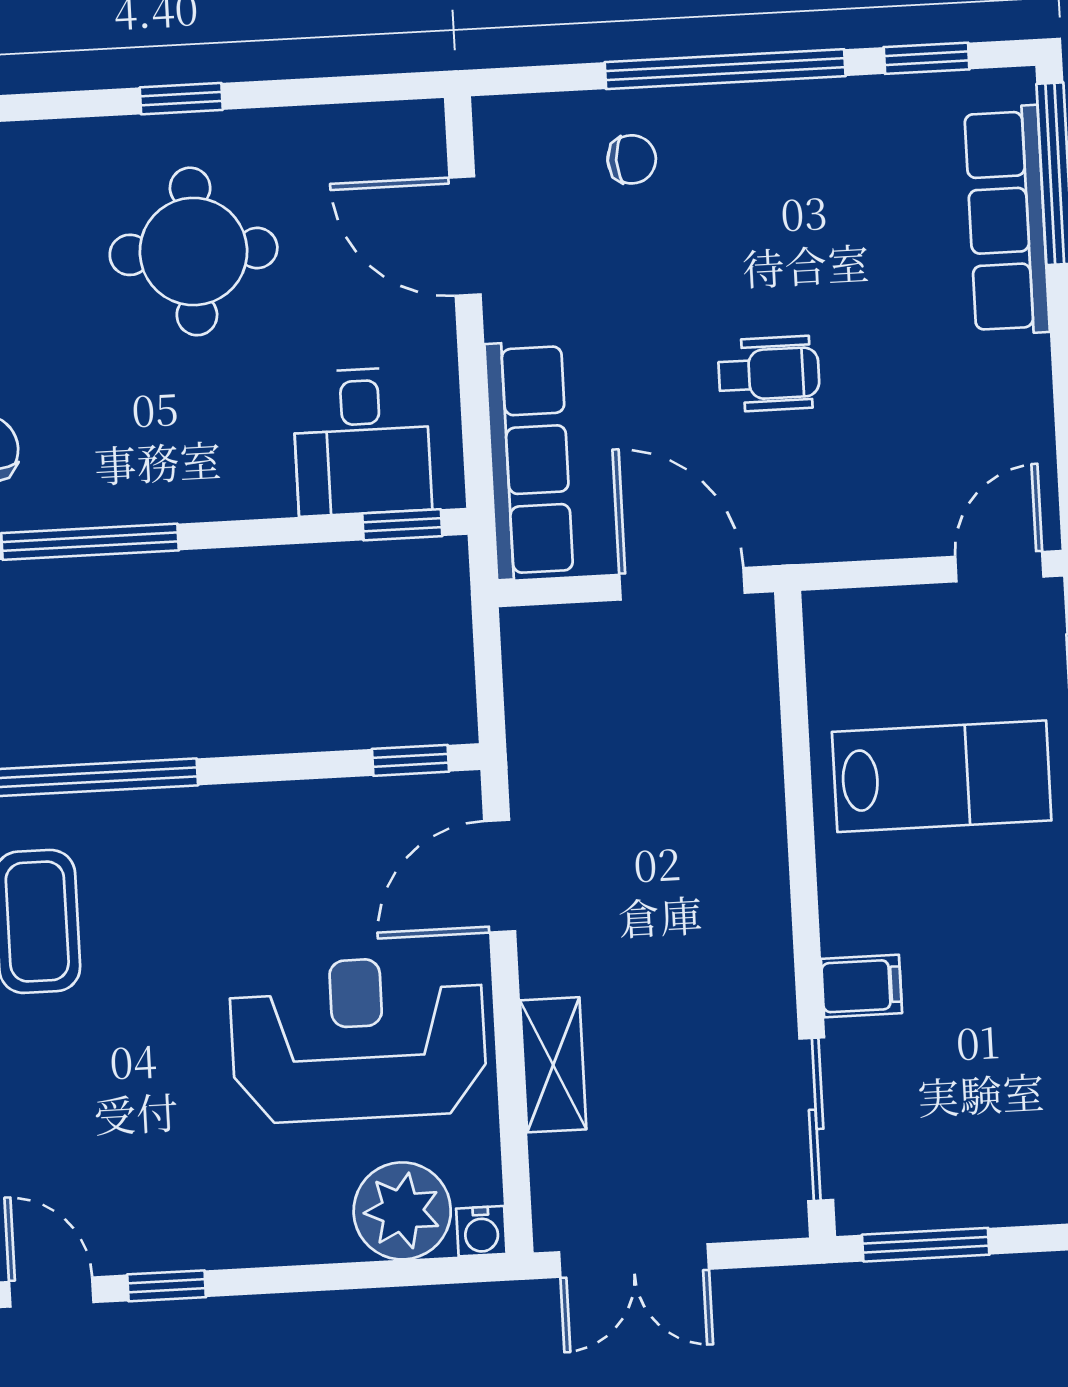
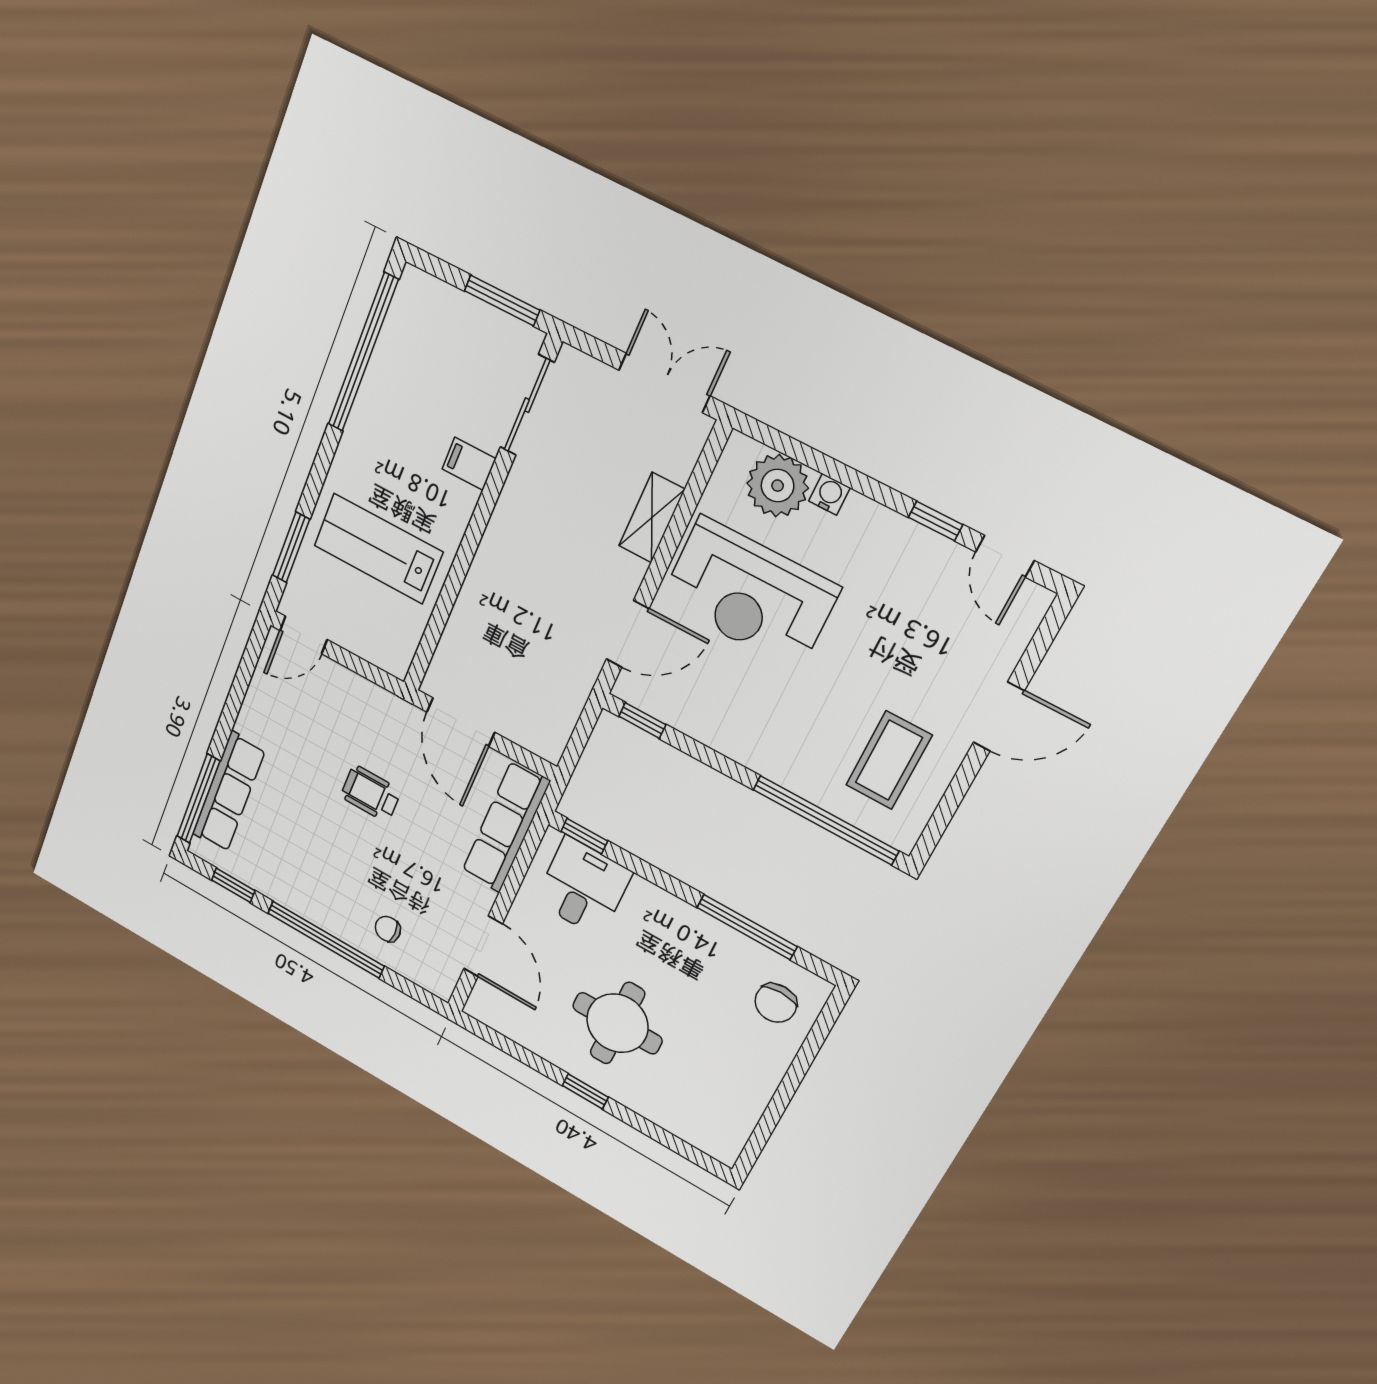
water cooler: (481, 1231) -> (829, 494), moved

